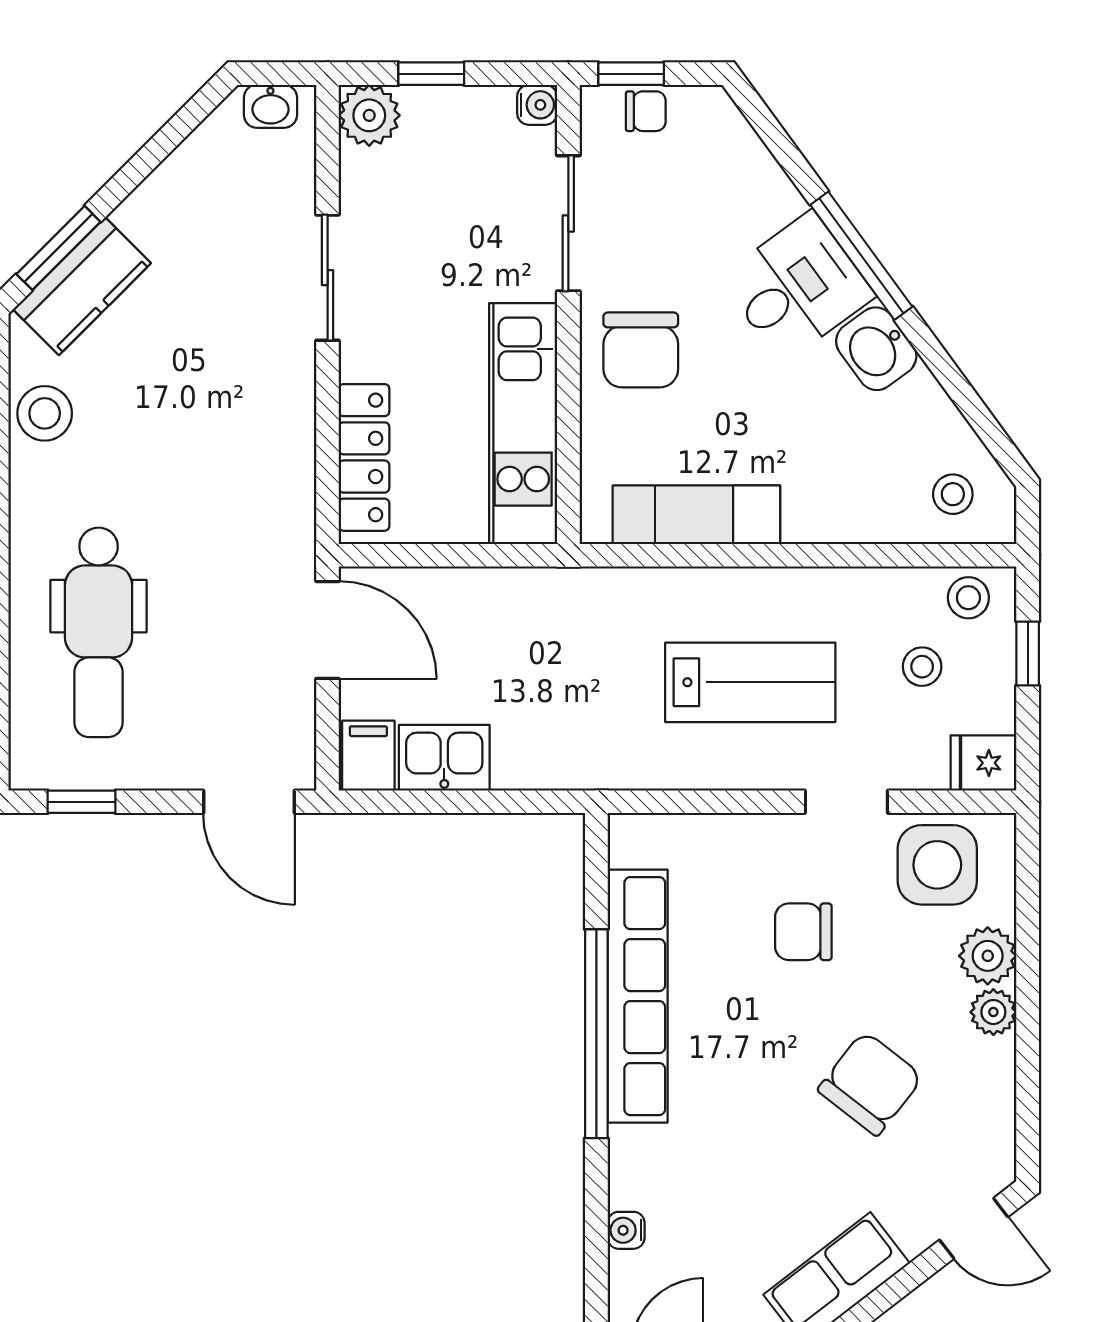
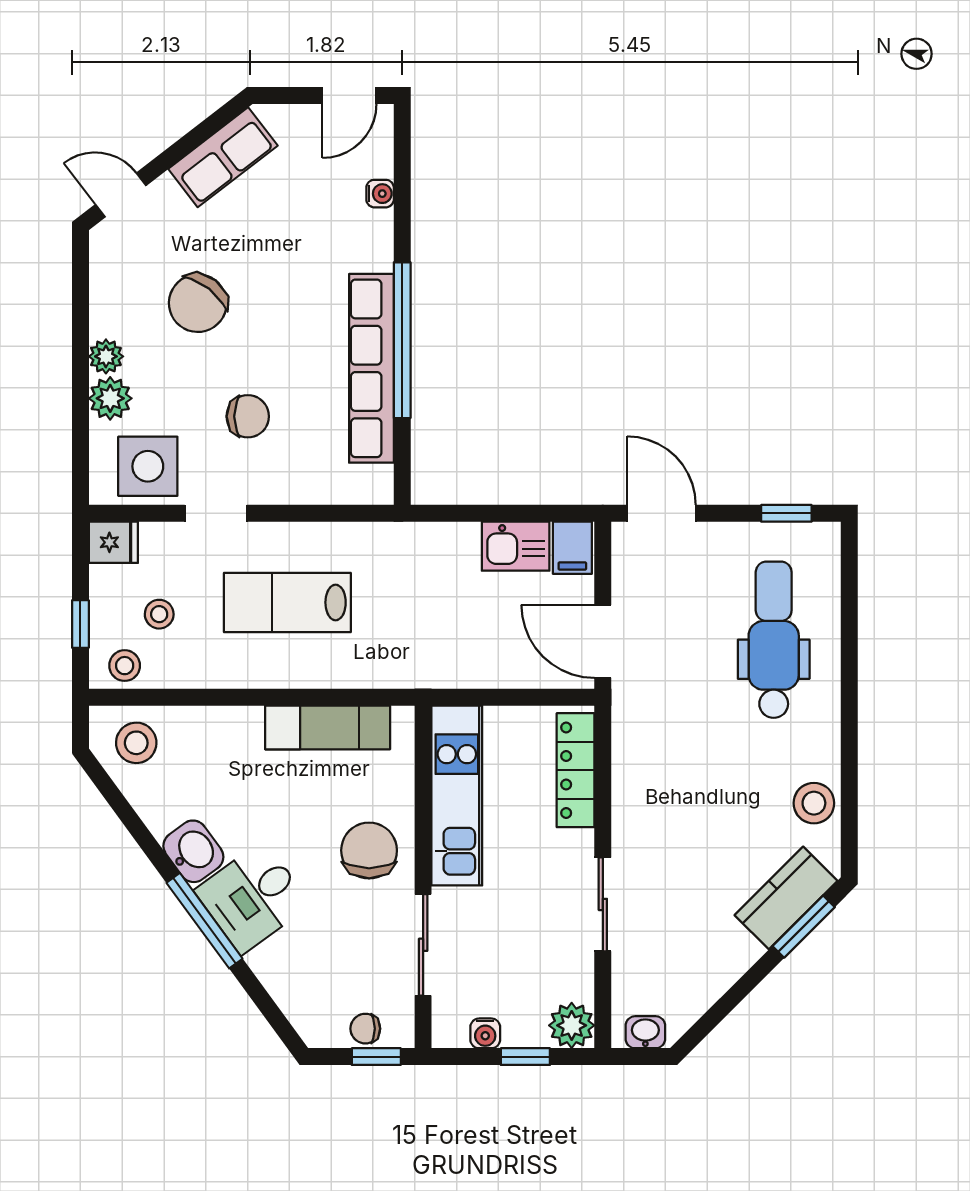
water cooler: (537, 105) -> (485, 1033), moved, turned -90
stool: (953, 494) -> (136, 743), width x1.37, depth x1.37

